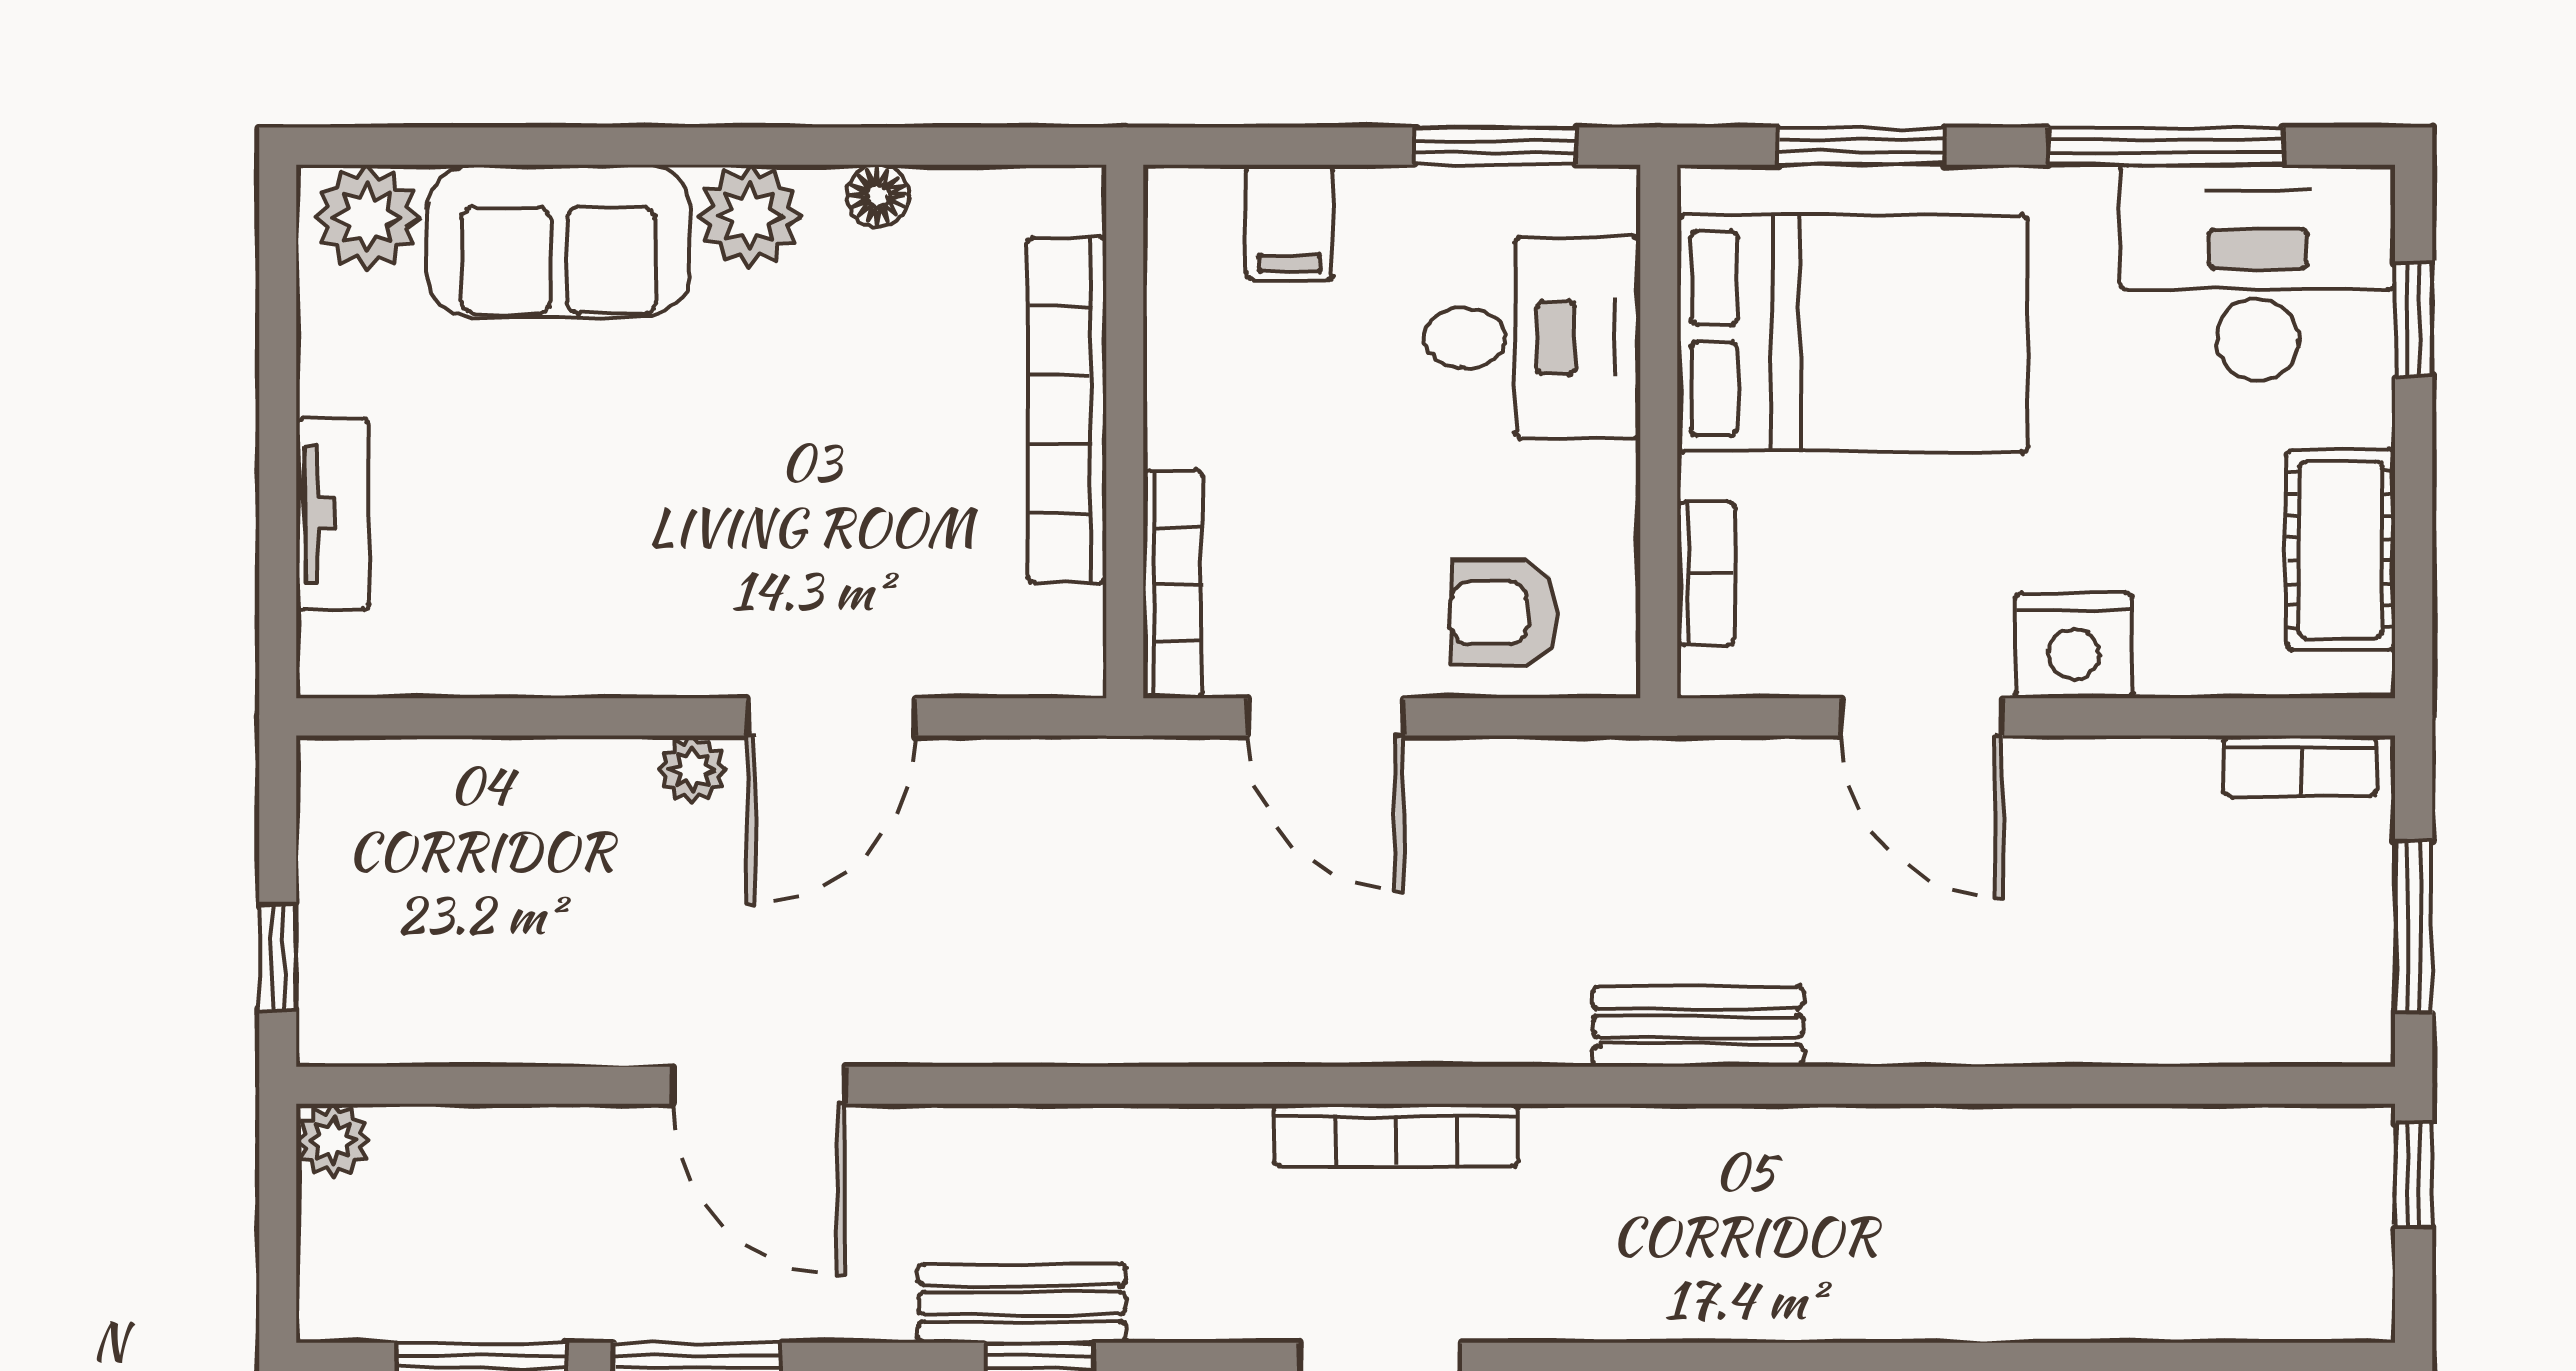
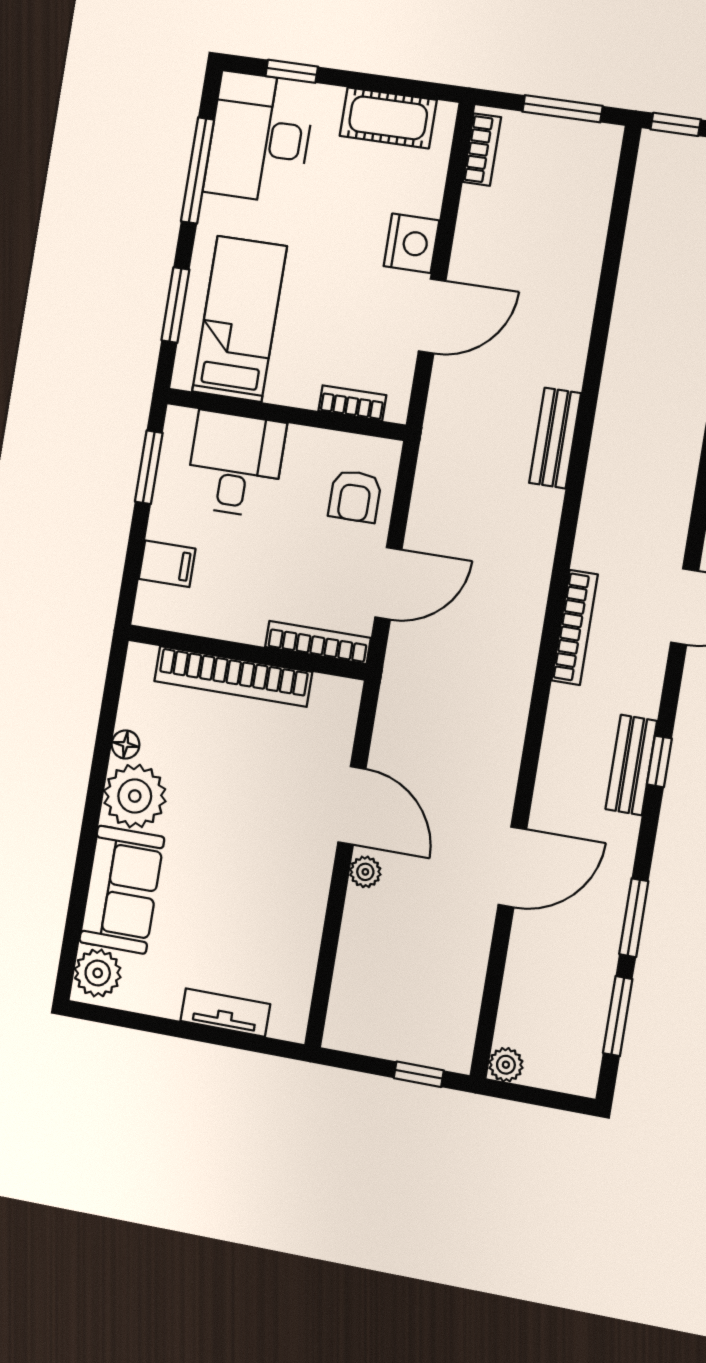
plant: (750, 216) -> (135, 796), width x1.36, depth x1.36
bed: (1852, 333) -> (240, 319), width x0.67
bookcase: (1396, 1135) -> (575, 627), moved

